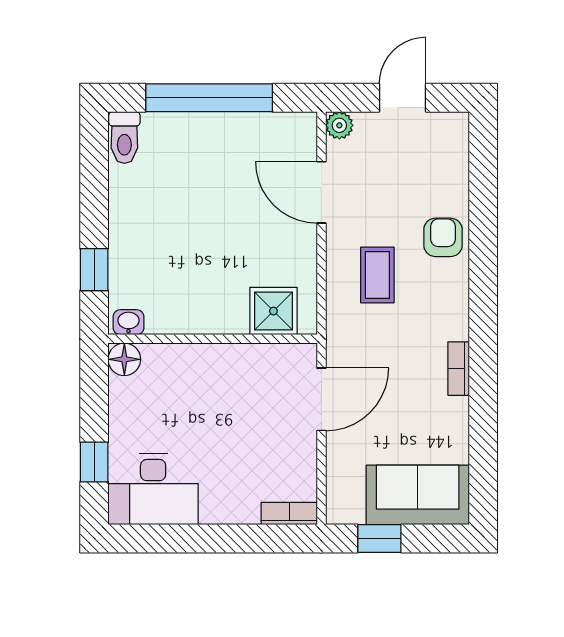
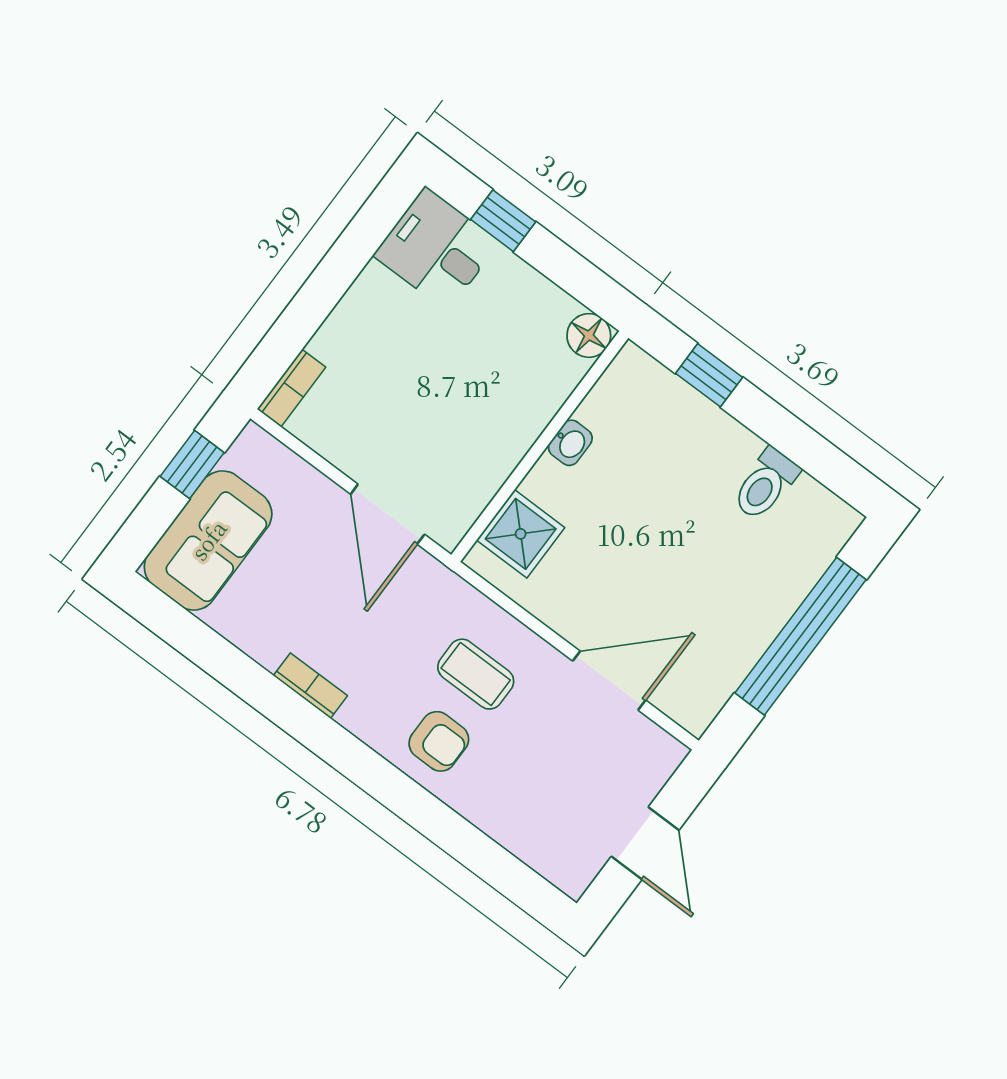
plant: (339, 125) -> (666, 754), removed
toilet: (124, 137) -> (765, 484), moved, turned -90
armchair: (443, 237) -> (439, 741), moved
washbasin: (128, 322) -> (570, 443), moved
desk: (153, 489) -> (437, 249), width x0.73

